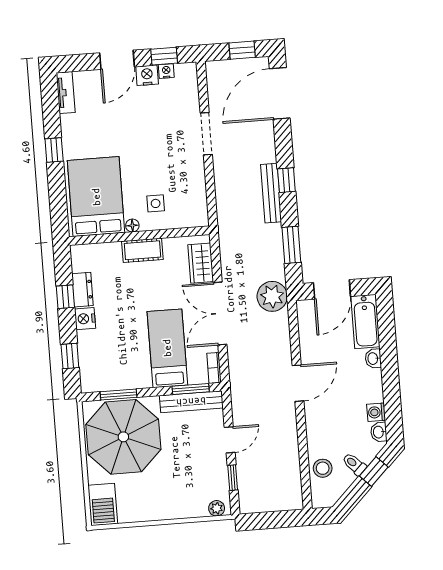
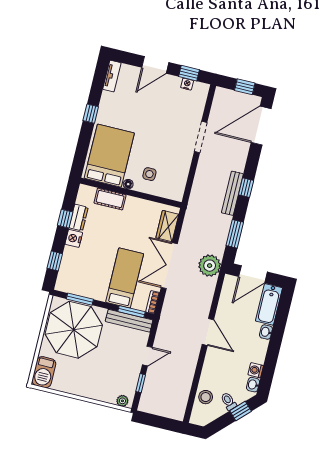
nightstand: (147, 75) -> (173, 83), removed
cot: (142, 250) -> (110, 199), moved
door: (298, 383) -> (208, 332), hinge flipped

